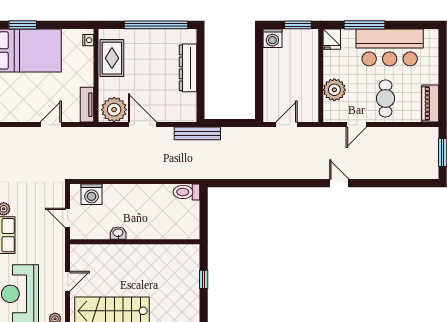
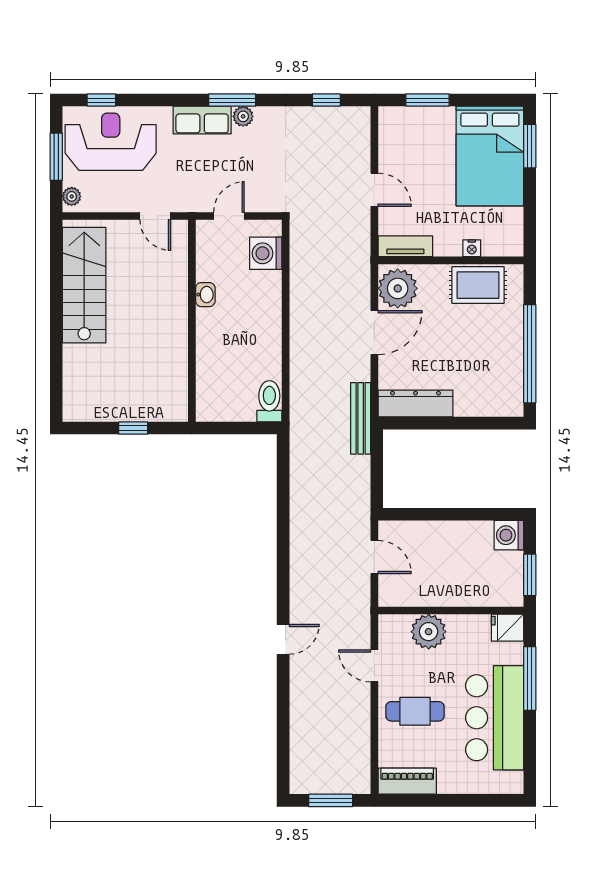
nightstand: (88, 40) -> (472, 248), moved
dresser: (188, 68) -> (416, 404), moved
door: (68, 281) -> (155, 216), moved

